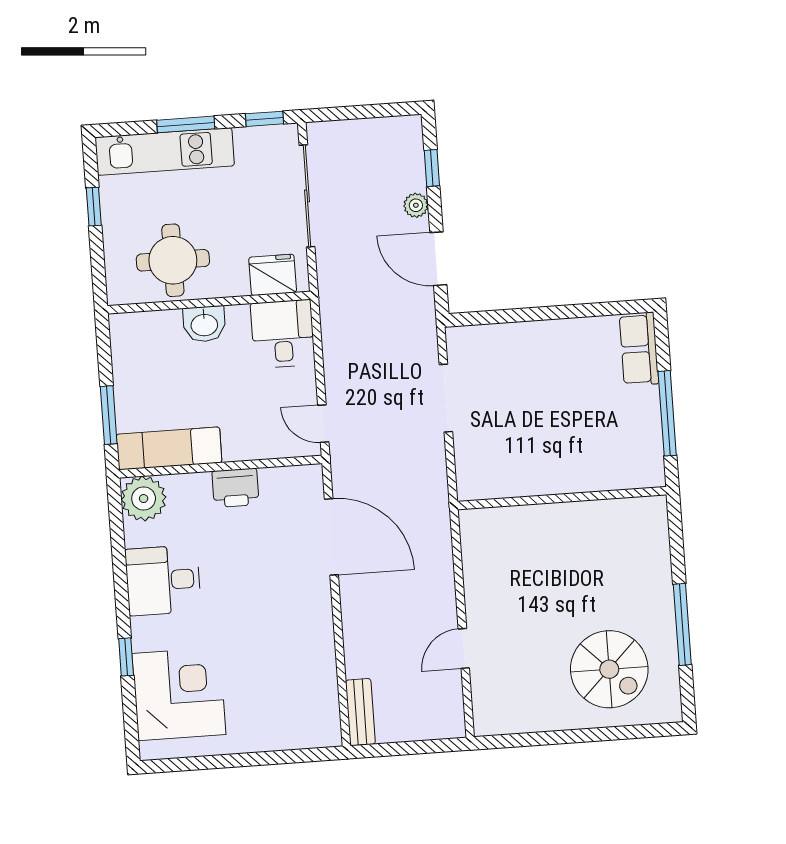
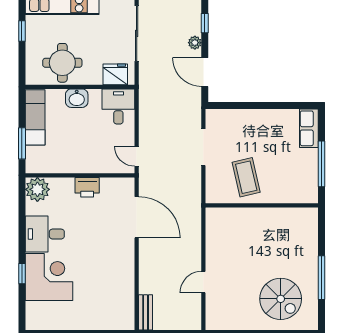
exam couch: (169, 448) -> (35, 117), moved, turned 90
coffee table: (529, 448) -> (246, 177), added
corner desk: (179, 694) -> (49, 277), moved

